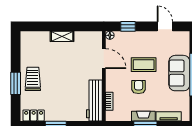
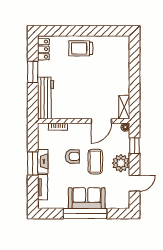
shelving: (62, 36) -> (124, 107), moved
plant: (145, 40) -> (121, 163), added
trolley: (33, 79) -> (81, 48), turned 180
window: (16, 83) -> (76, 31), removed
workbench: (94, 100) -> (46, 98), moved, turned 90

